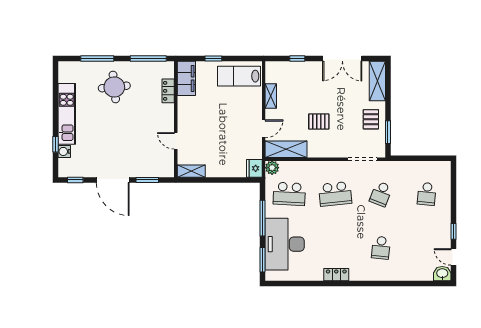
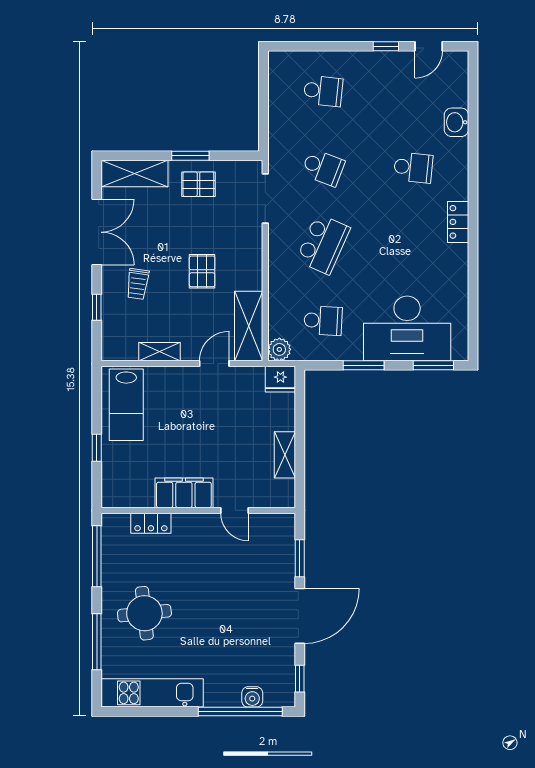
filing cabinet: (186, 78) -> (184, 493), moved
trolley: (311, 83) -> (138, 284), added
kitchen unit: (67, 114) -> (152, 693), moved
door: (264, 129) -> (214, 364), hinge flipped
window: (388, 132) -> (190, 156), moved
door: (176, 141) -> (234, 510), hinge flipped
window: (55, 144) -> (240, 712), width x3.17
shelving: (191, 171) -> (285, 455), moved
school desk: (289, 194) -> (323, 321), width x0.54
school desk: (335, 194) -> (323, 244), turned 30
window: (263, 218) -> (364, 365), width x0.69
washbasin: (442, 274) -> (456, 122), moved
locker: (336, 275) -> (458, 222), moved

